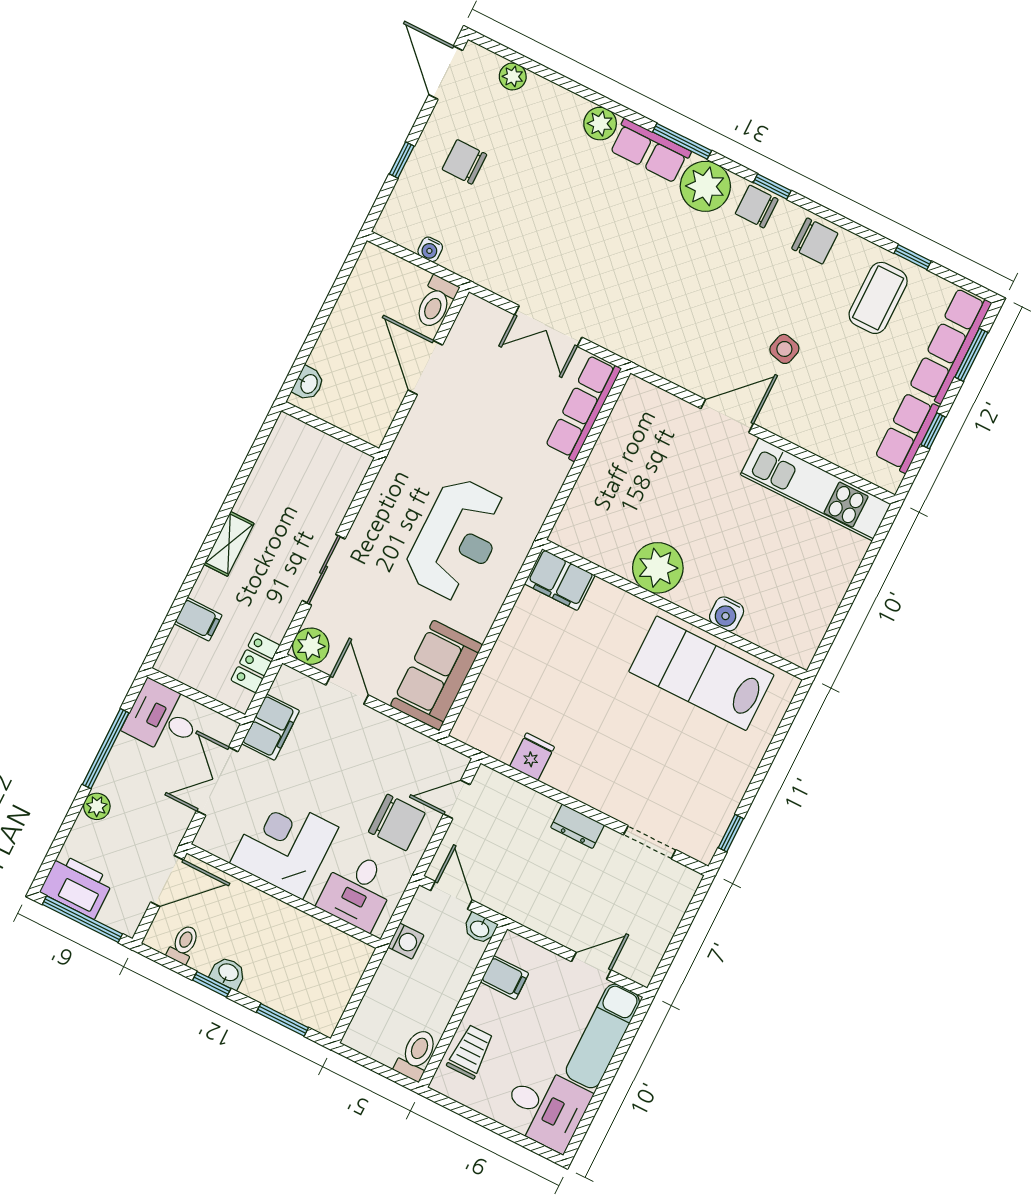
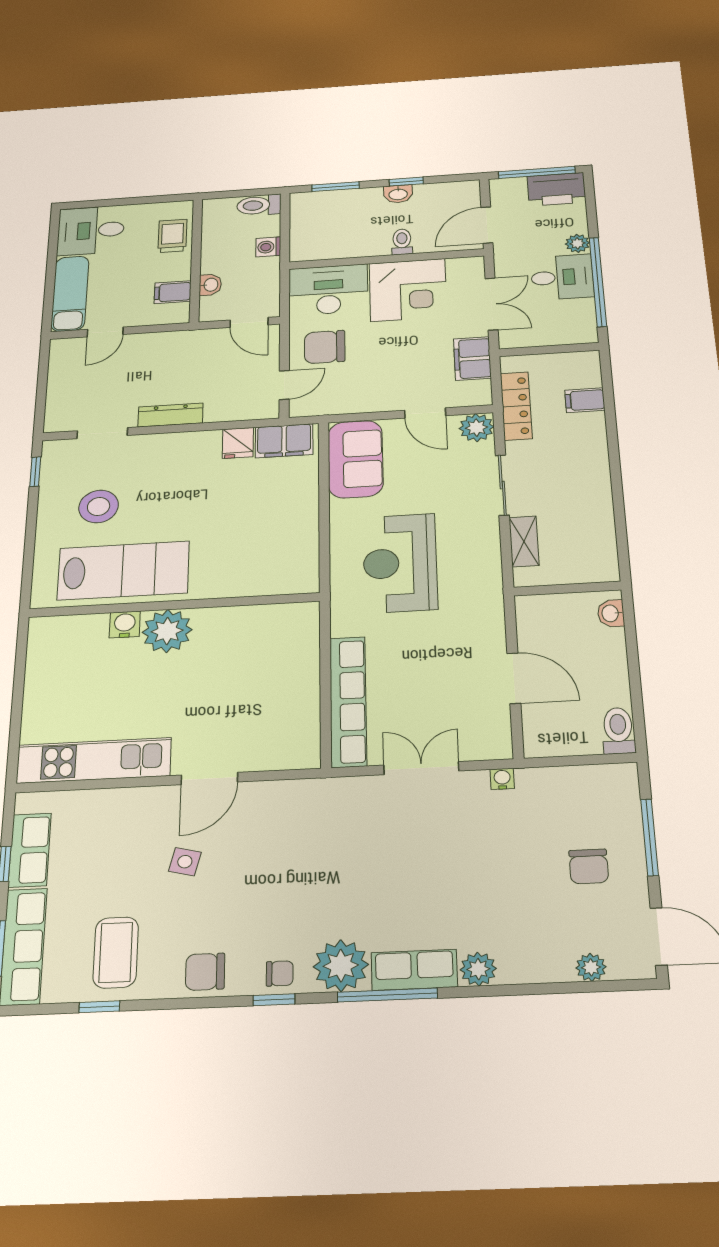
window: (682, 141) -> (387, 995), width x1.44
window: (402, 160) -> (650, 837), width x2.17
chair: (464, 162) -> (589, 866), turned 90
chair: (757, 207) -> (280, 973), width x0.73, depth x0.73
water cooler: (430, 249) -> (502, 779), moved
toilet: (436, 302) -> (618, 731), moved
row of seats: (583, 408) -> (348, 701), width x1.36
shelving: (229, 544) -> (524, 541), moved
plant: (658, 568) -> (167, 631), moved
filing cabinet: (560, 580) -> (284, 441), moved, turned 180
locker: (255, 663) -> (516, 406), width x1.53
desk: (163, 718) -> (562, 277), moved
window: (106, 749) -> (598, 282), width x1.46
stool: (691, 758) -> (99, 507), added
dresser: (578, 826) -> (170, 415), width x1.44
desk: (357, 891) -> (329, 290), width x1.37
washbasin: (480, 928) -> (210, 285), moved, turned 90
washing machine: (406, 941) -> (268, 247), moved
toilet: (184, 944) -> (402, 242), moved, turned 180
trolley: (470, 1052) -> (172, 236), turned 180
toilet: (416, 1054) -> (259, 205), moved, turned 90

